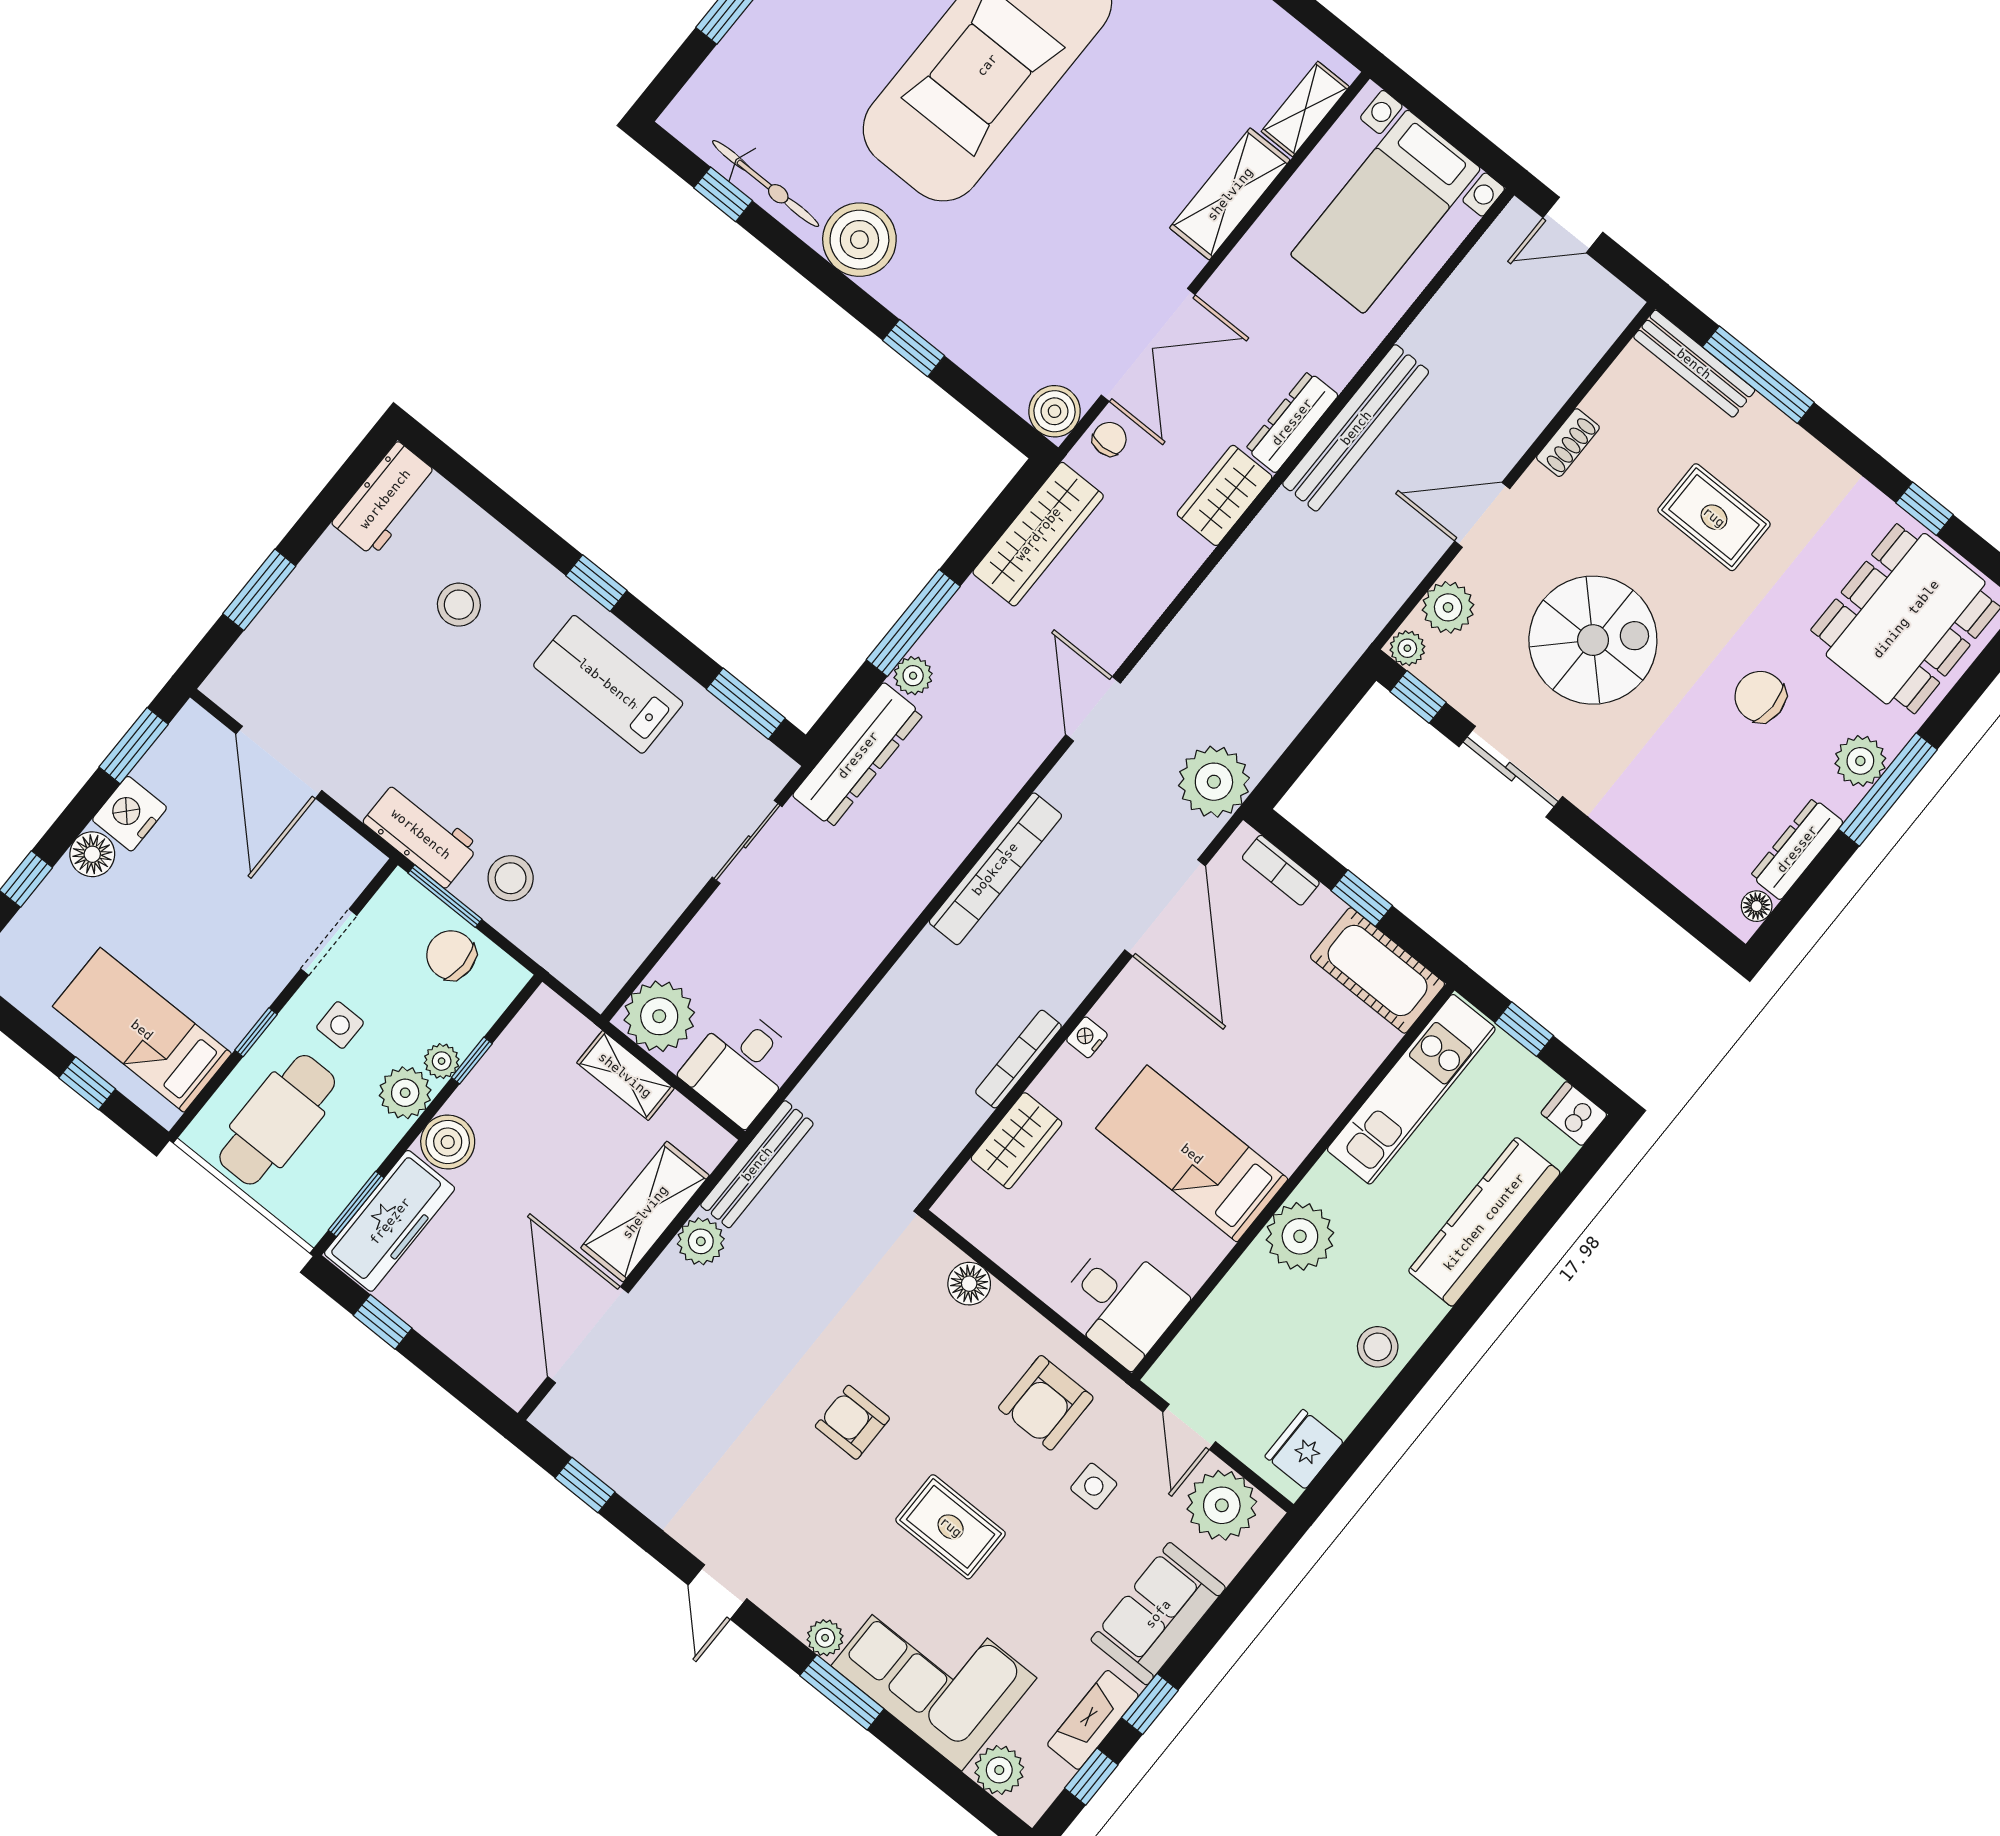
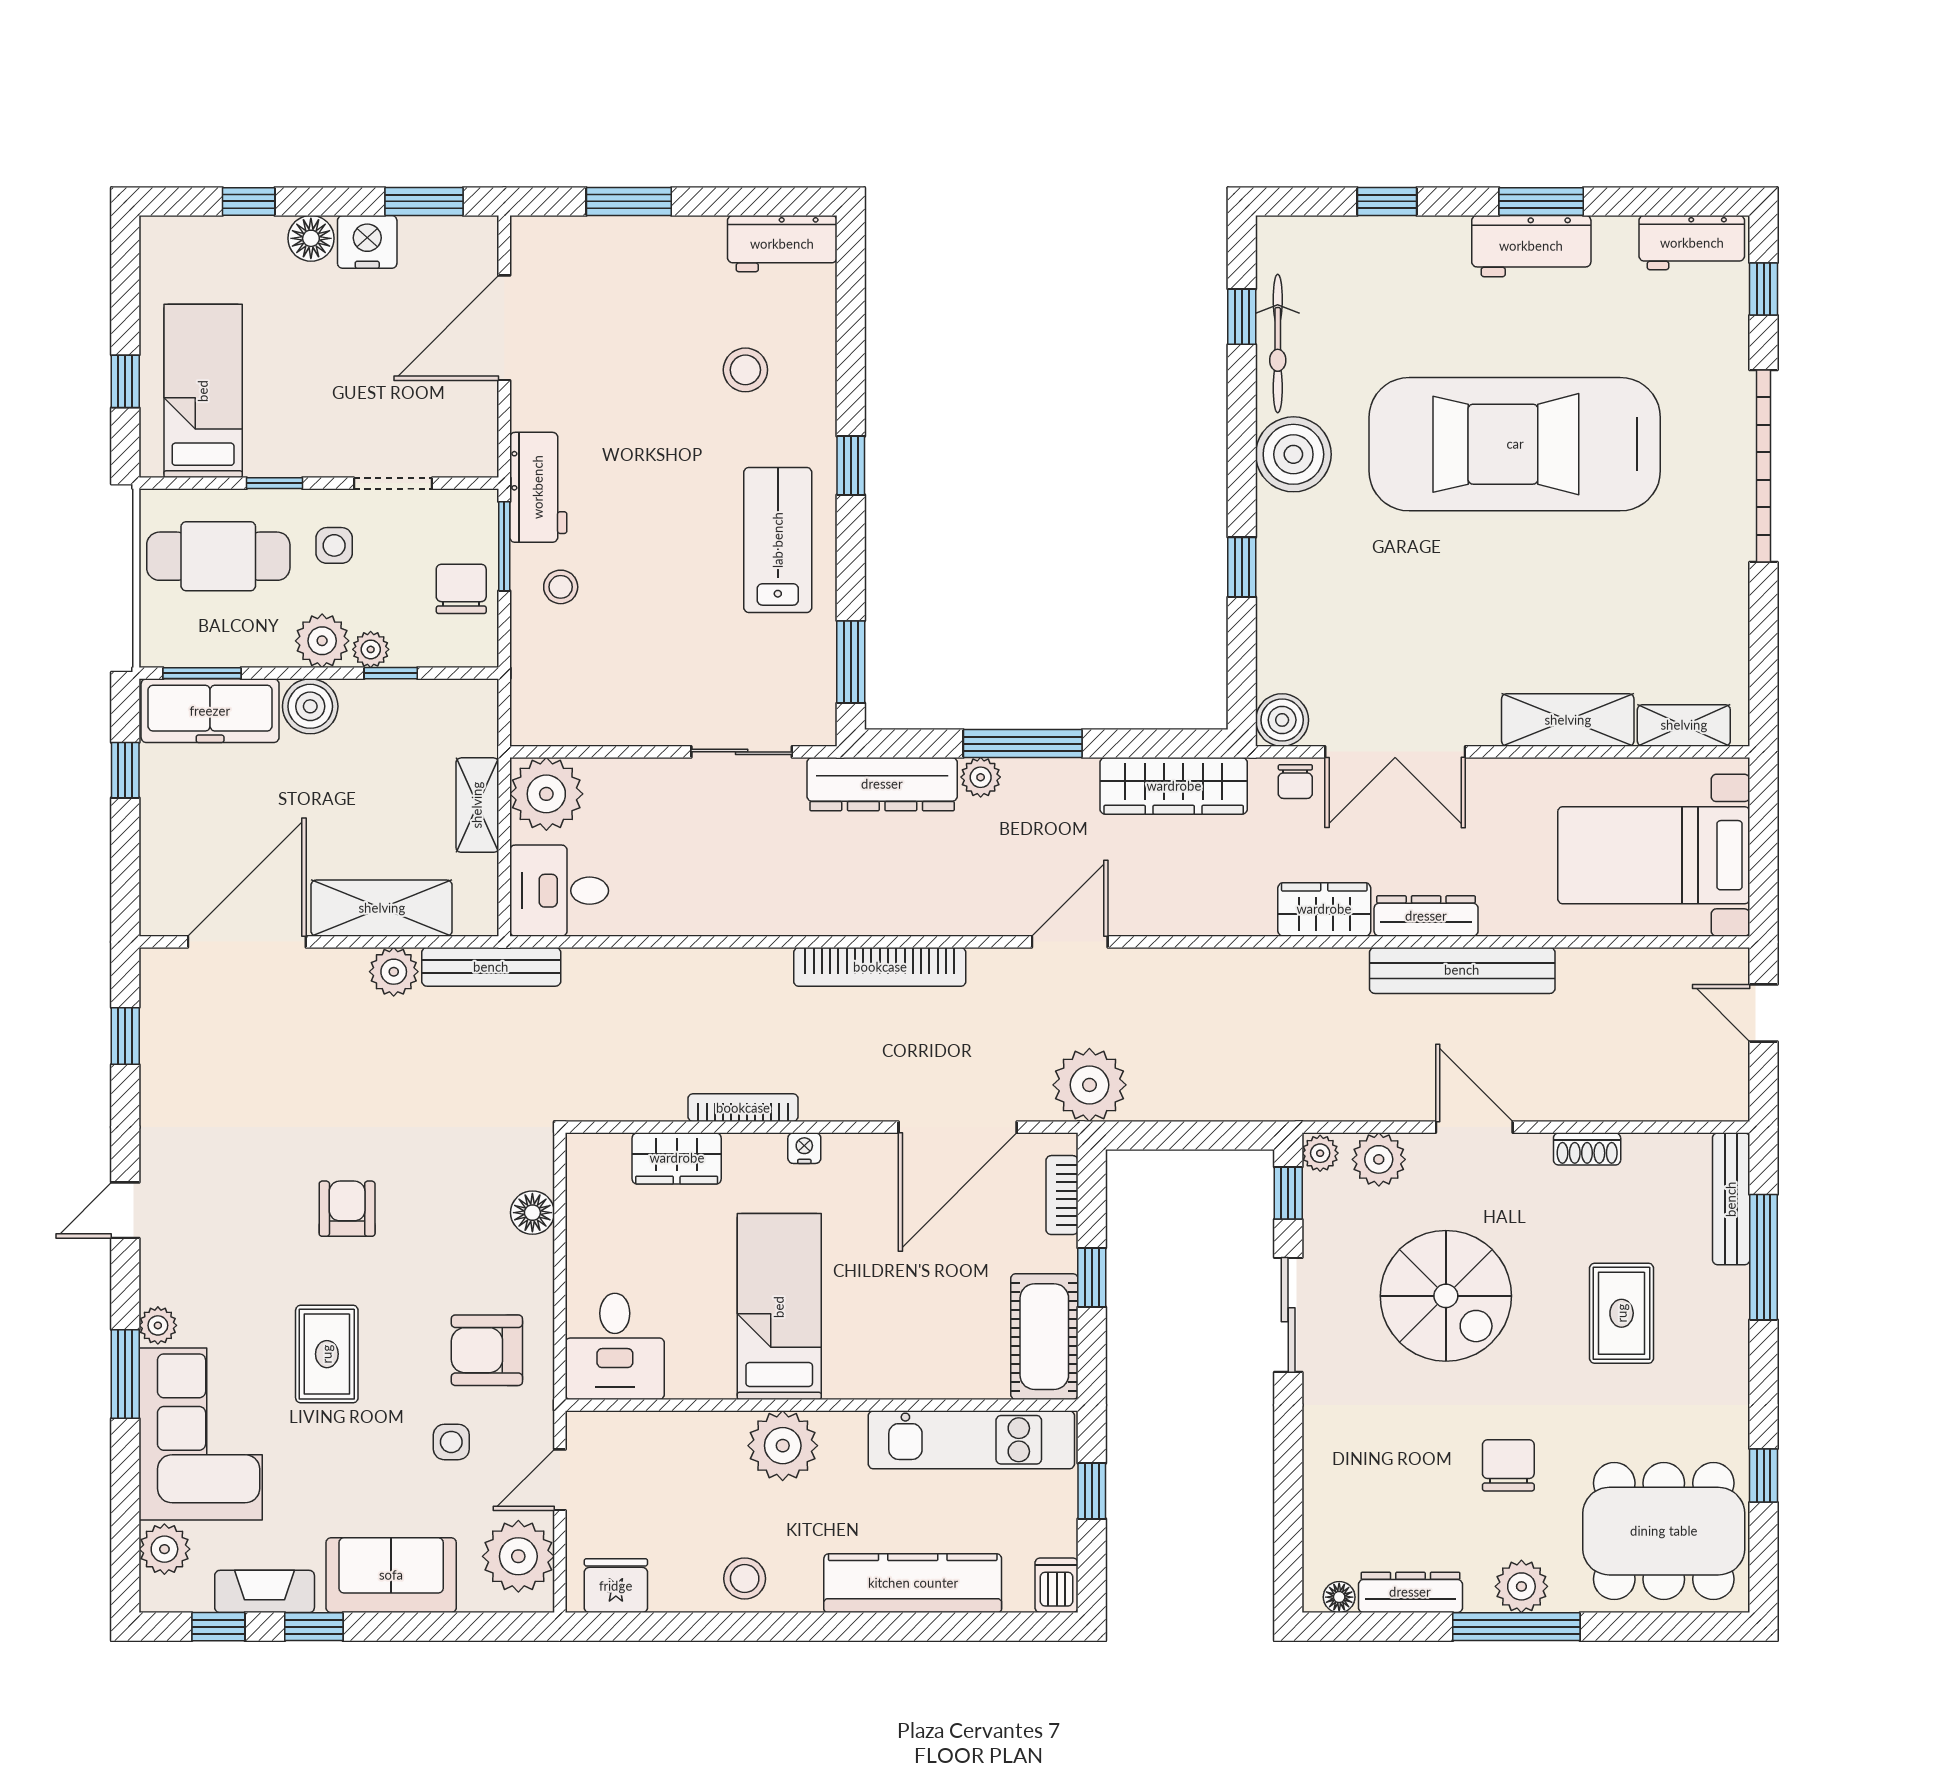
chair: (1109, 439) -> (1295, 782), turned 90
stool: (511, 878) -> (561, 587), width x0.73, depth x0.73

